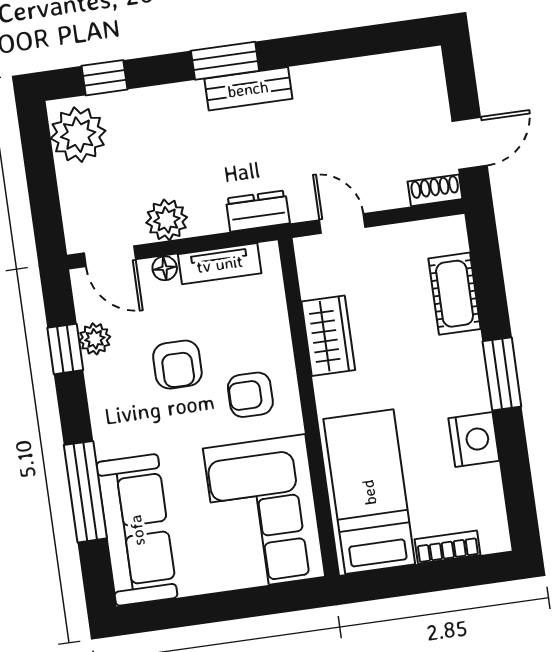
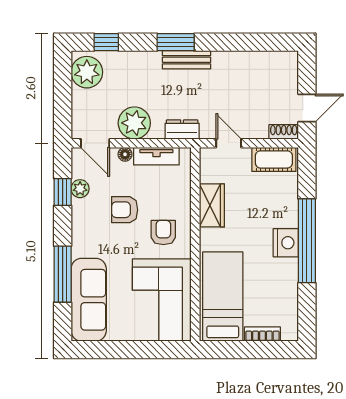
plant: (167, 220) -> (134, 123), width x1.36, depth x1.36
cot: (455, 294) -> (274, 159), moved, turned 90
armchair: (177, 365) -> (125, 210), turned 90
window: (502, 374) -> (307, 241), width x2.11
armchair: (250, 395) -> (163, 233), turned 90
nightstand: (474, 440) -> (286, 243), moved

